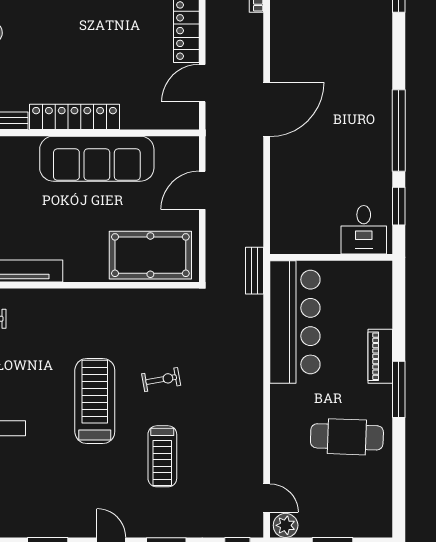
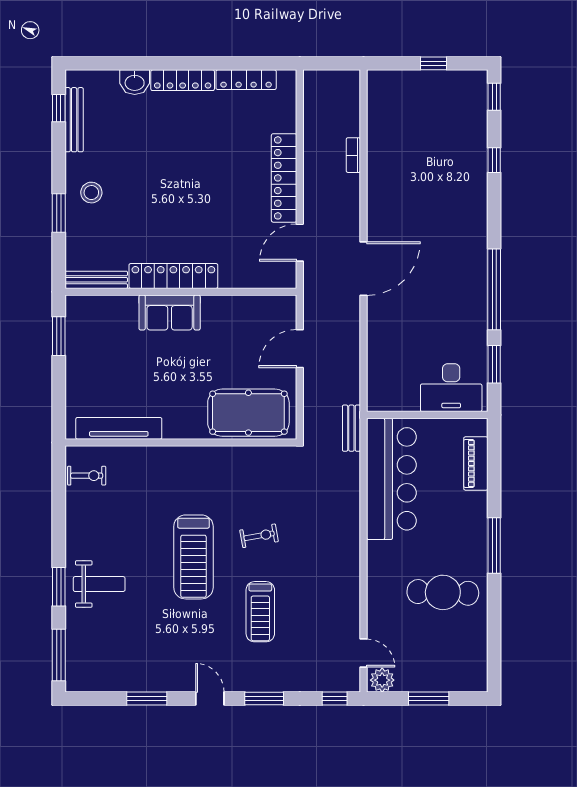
sofa: (97, 159) -> (170, 313), width x0.54, depth x0.79
desk: (364, 230) -> (451, 388), width x1.37
piano: (380, 356) -> (476, 463), moved
treadmill: (95, 401) -> (193, 557), turned 180

